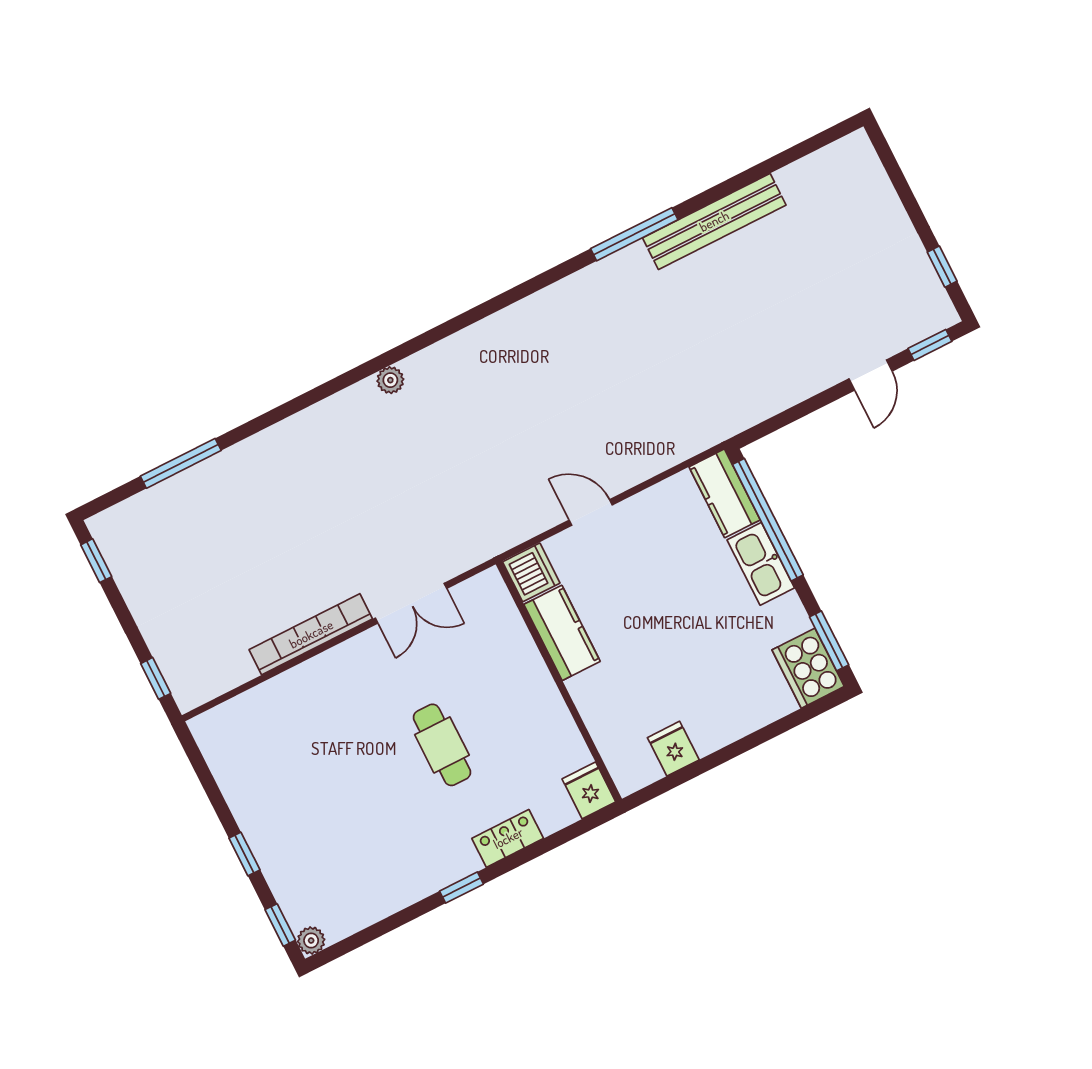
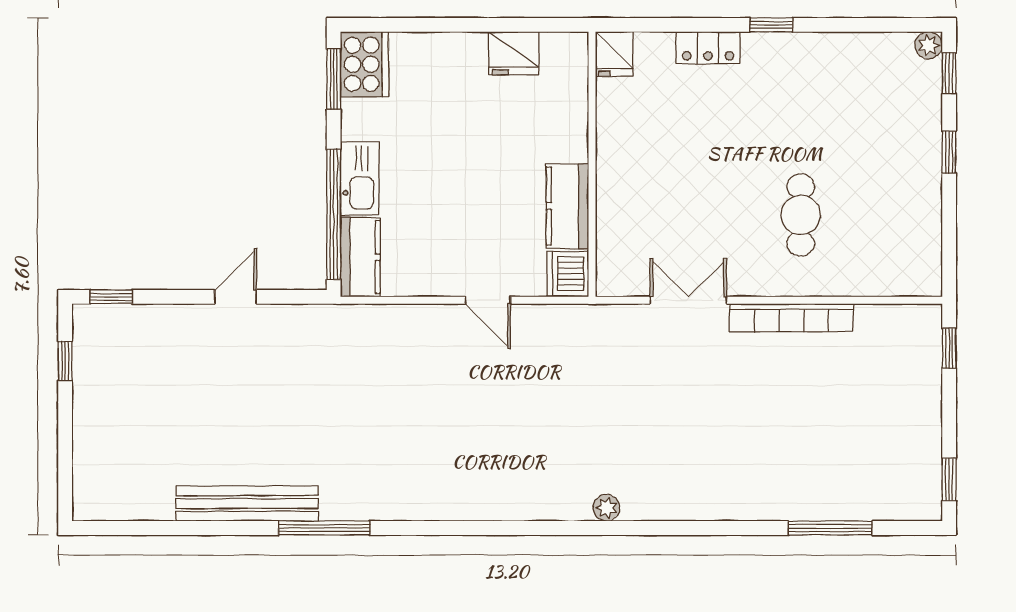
door: (871, 375) -> (236, 297), moved
cafe table: (442, 745) -> (801, 215), moved
fridge: (673, 749) -> (514, 53), width x1.38

